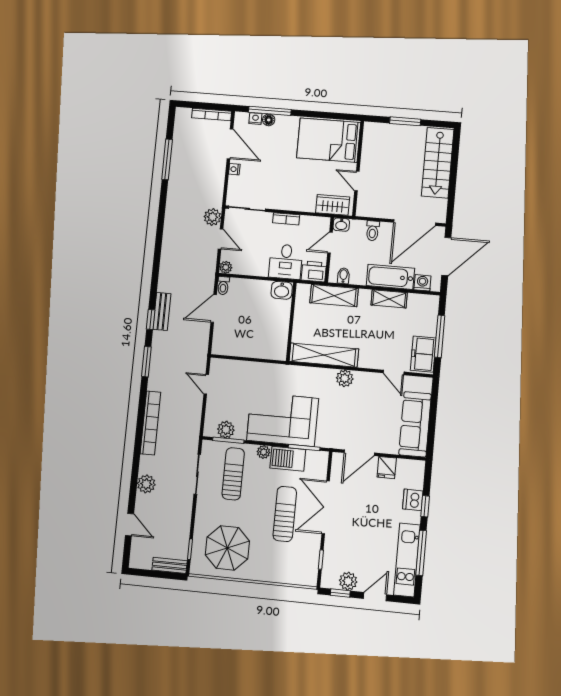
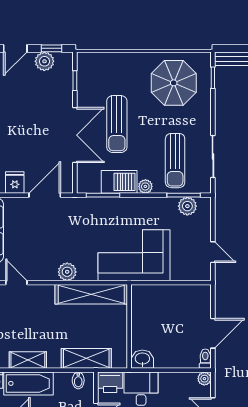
corner sofa: (283, 419) -> (134, 255), moved, turned 180

